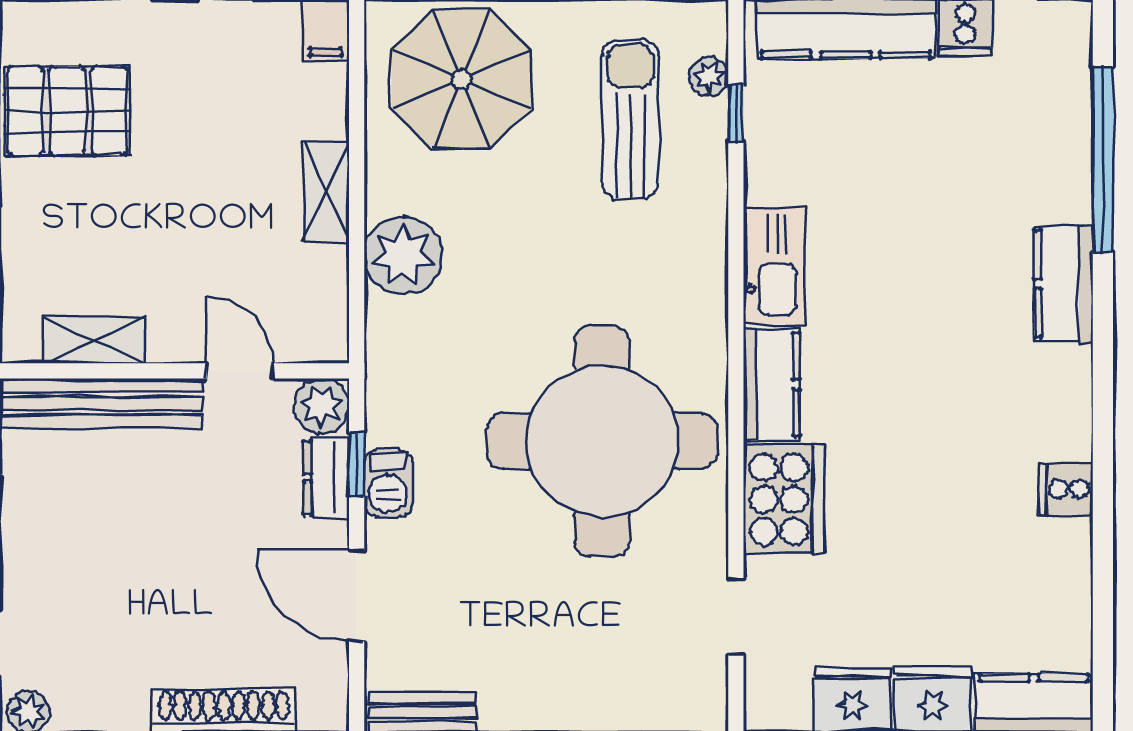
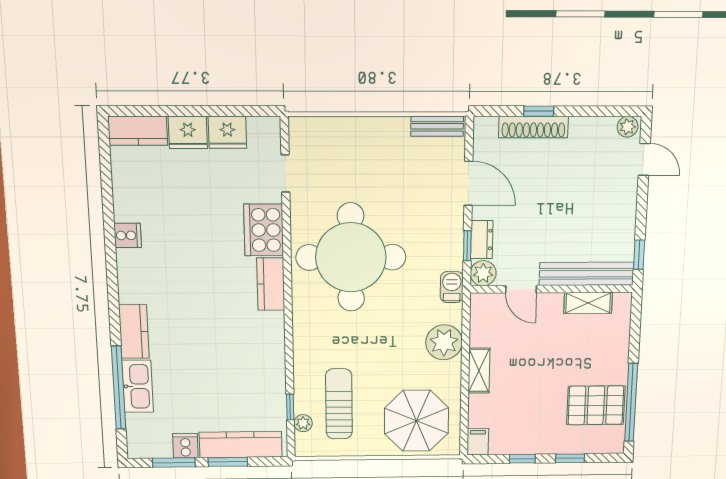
sun lounger: (630, 119) -> (339, 404), turned 180
kitchen sink: (774, 266) -> (138, 386), moved, turned 180
barbecue: (388, 483) -> (452, 287), moved

